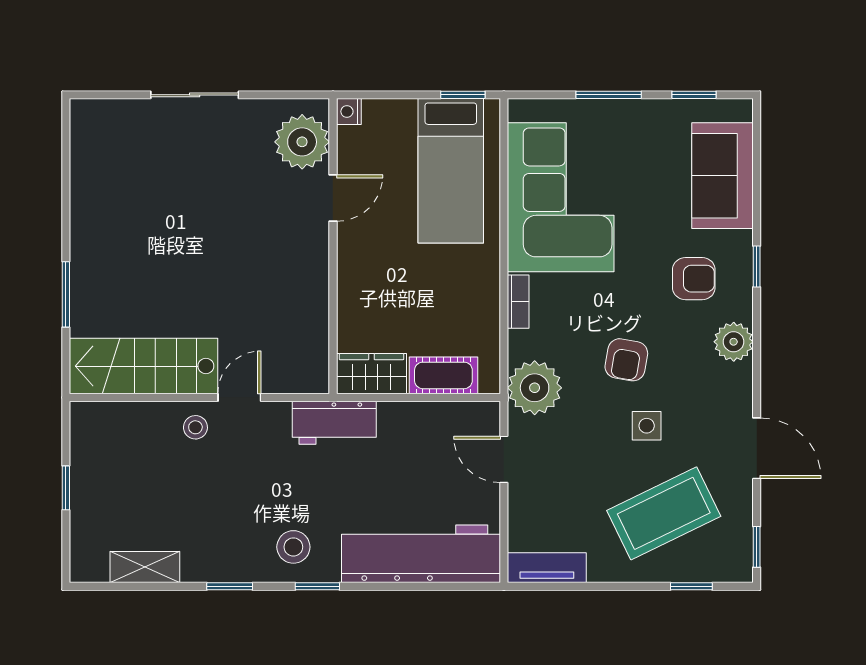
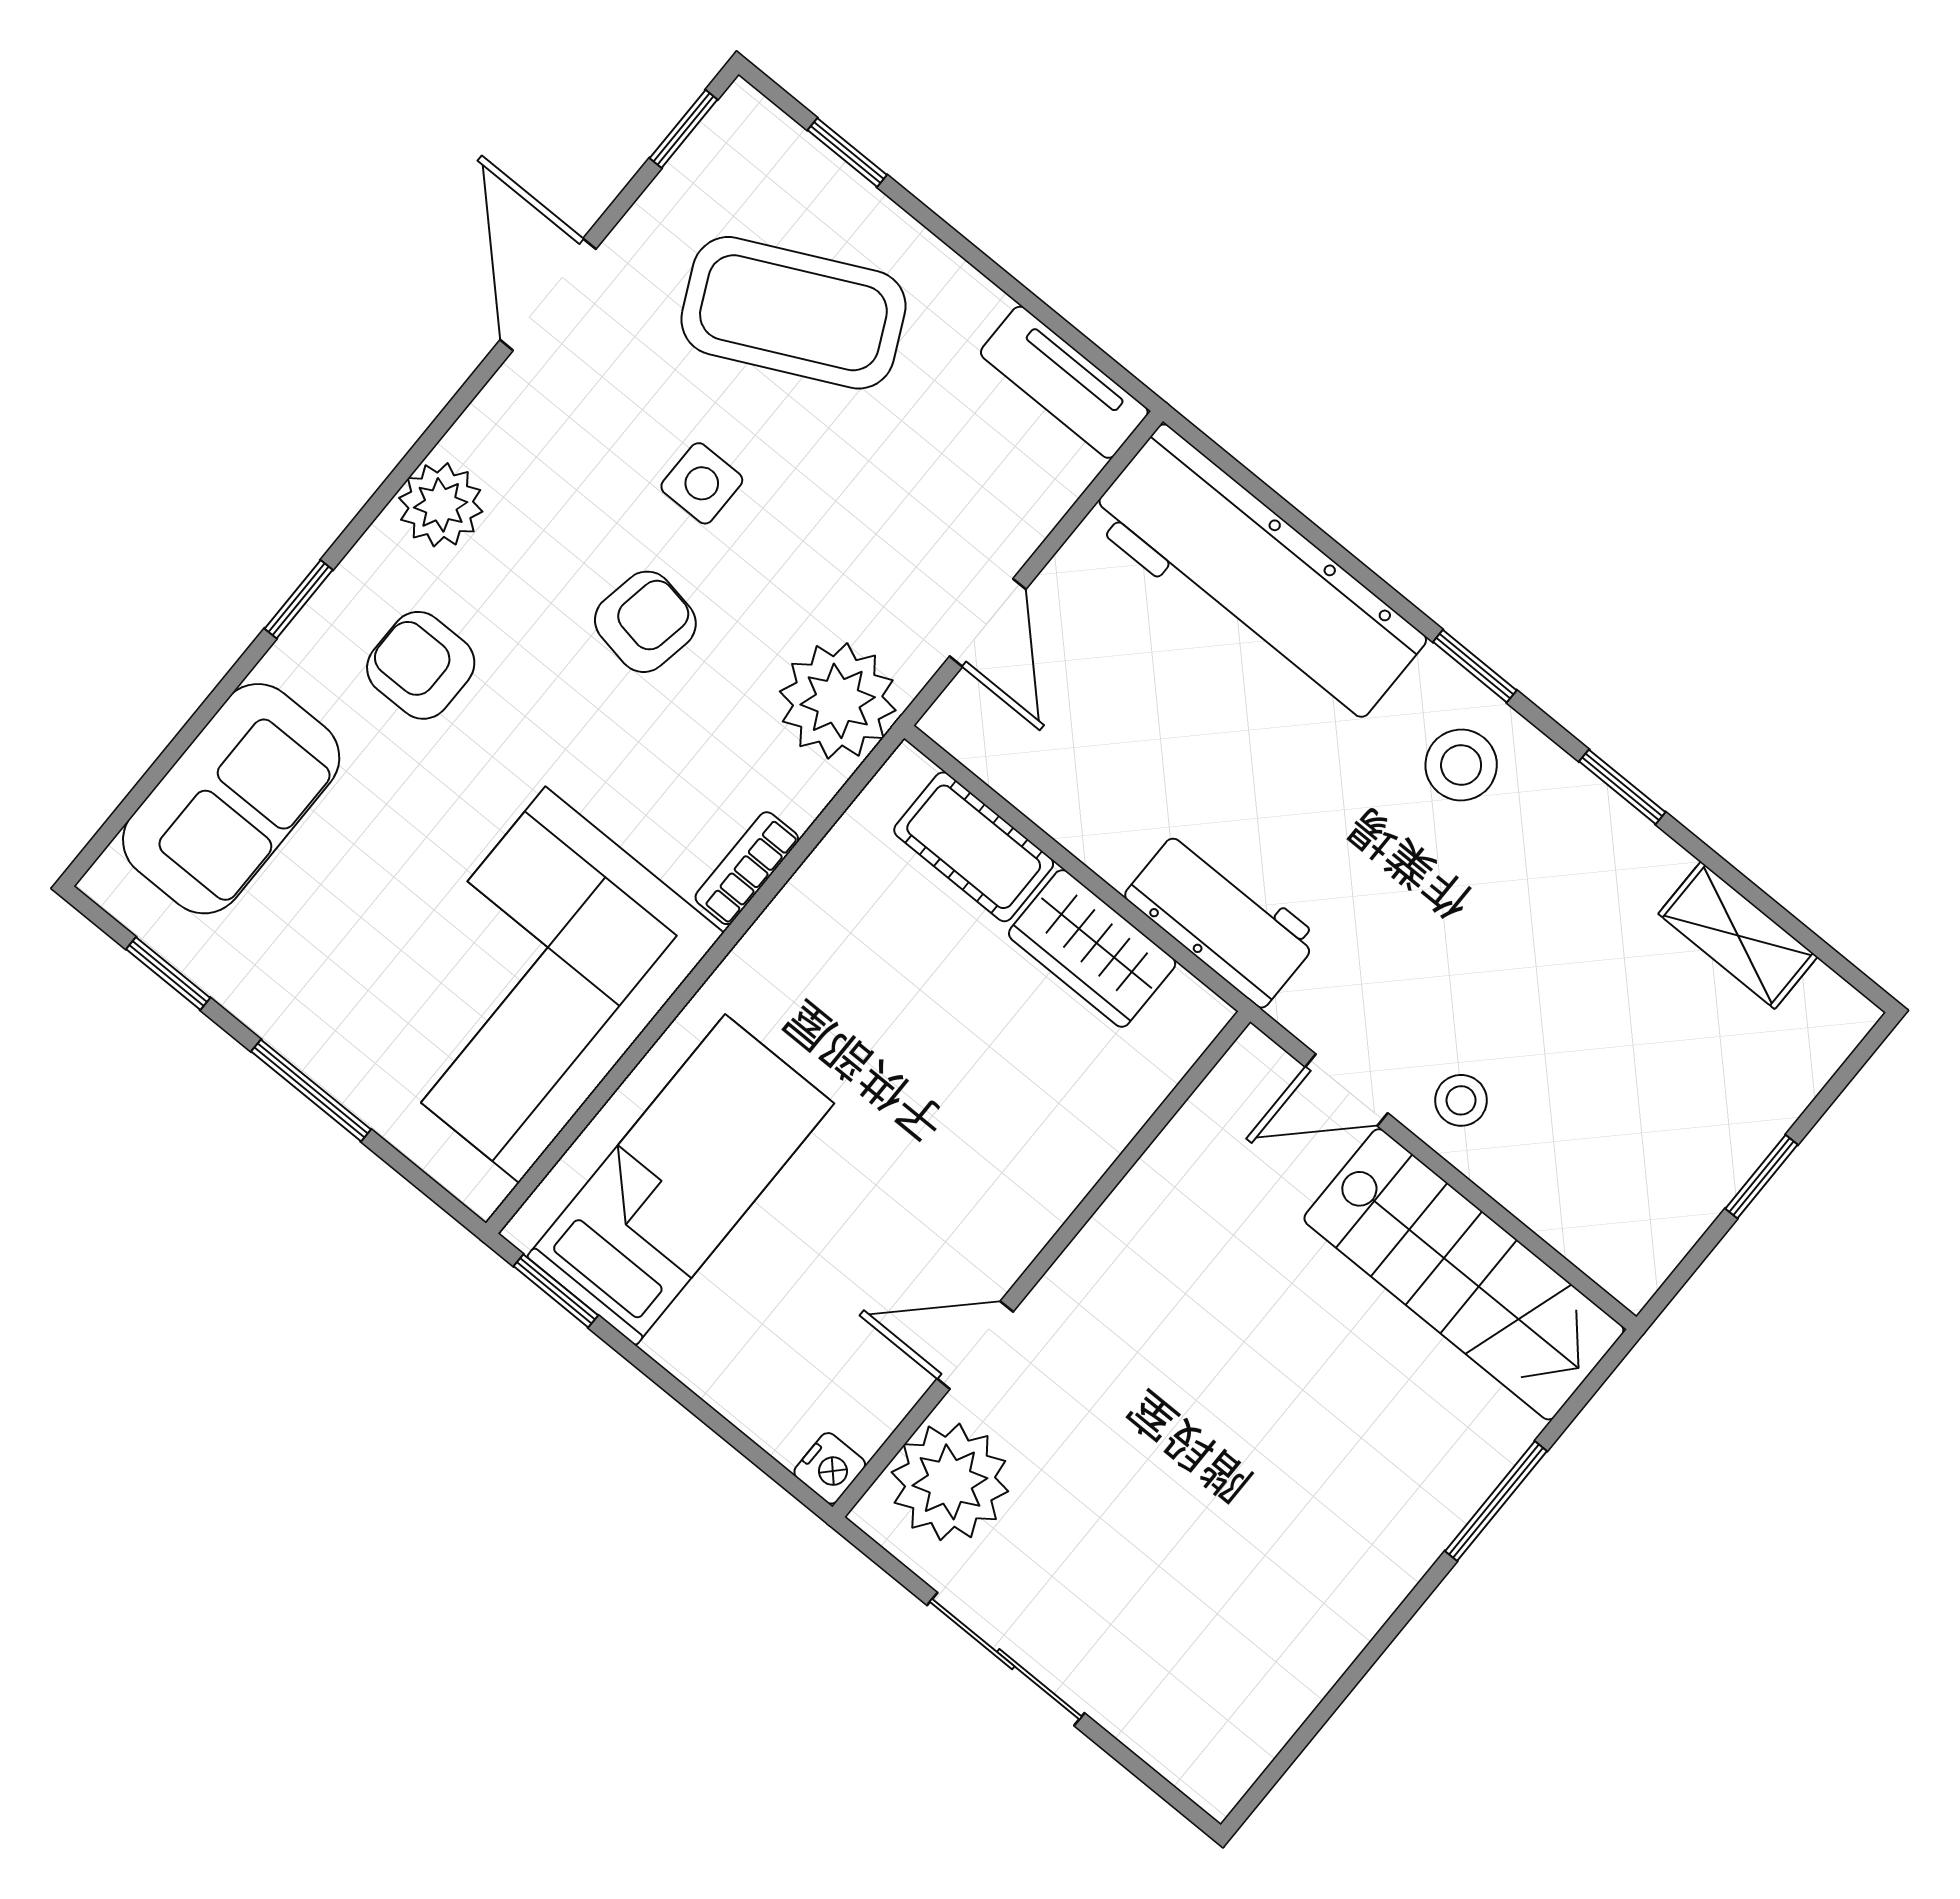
nightstand: (349, 112) -> (830, 1468), moved
plant: (302, 142) -> (950, 1482), moved
door: (333, 198) -> (975, 1345), moved
wall: (333, 246) -> (1041, 1264), moved

